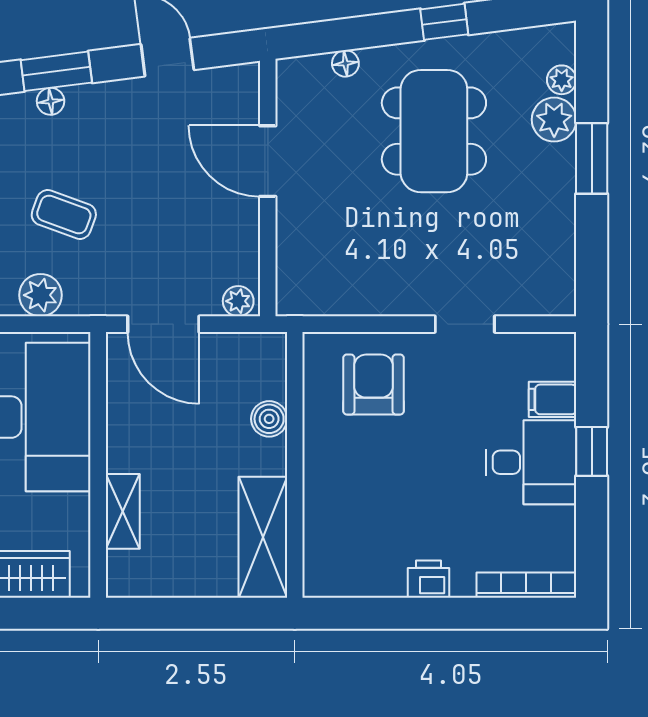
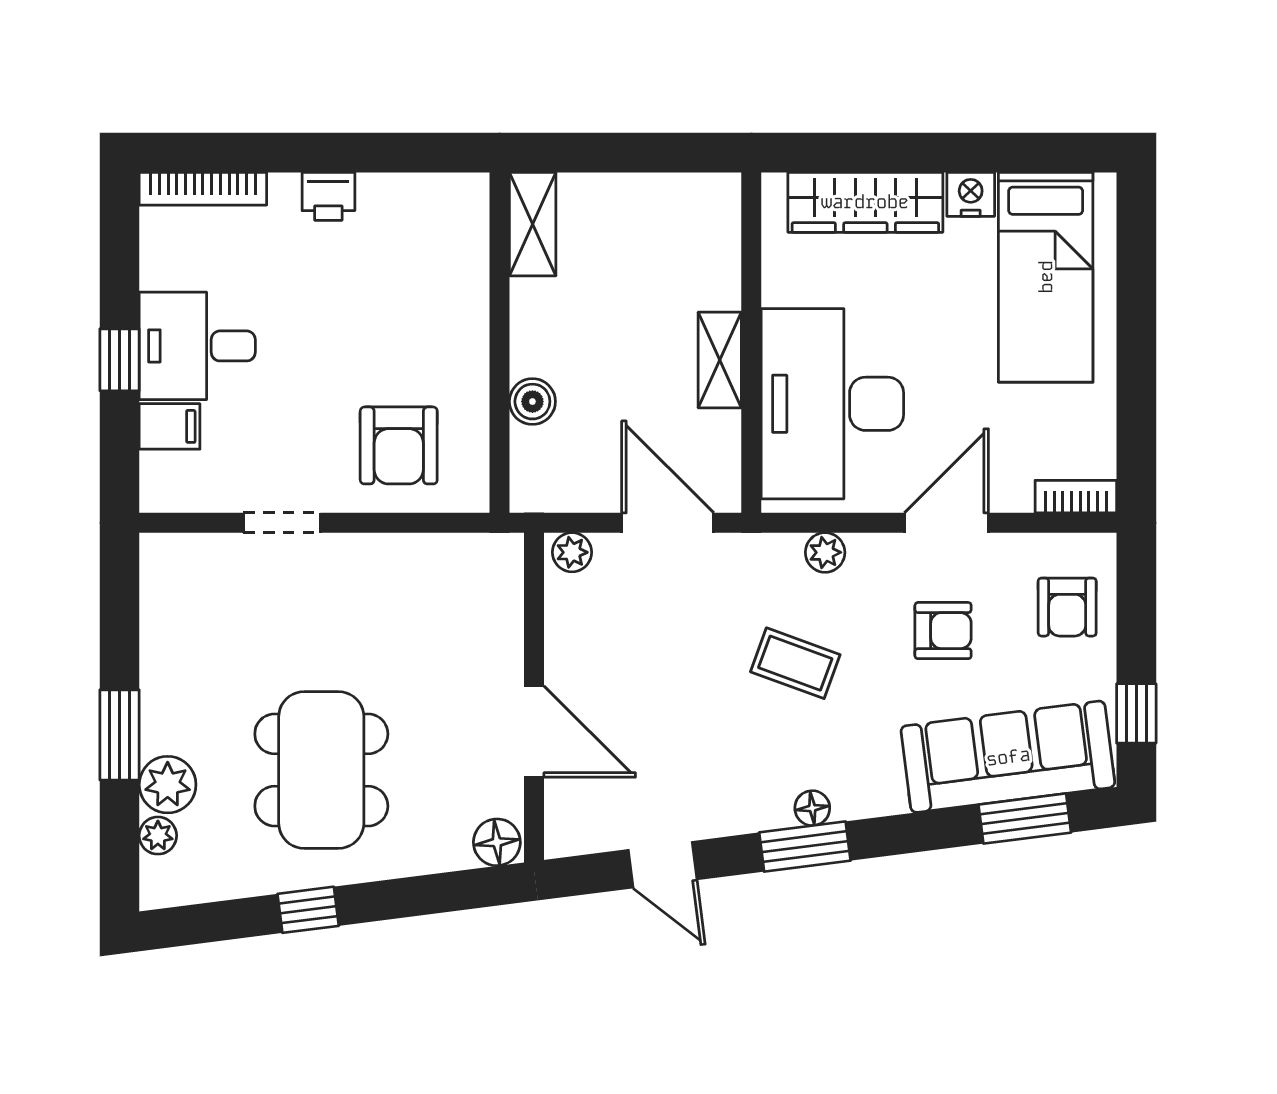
floor lamp: (345, 63) -> (497, 842), moved, width x1.37, depth x1.37
plant: (41, 295) -> (825, 552), width x0.73, depth x0.73
shelving: (123, 511) -> (720, 360), moved
shelving: (263, 537) -> (533, 224), width x0.67, depth x0.75

